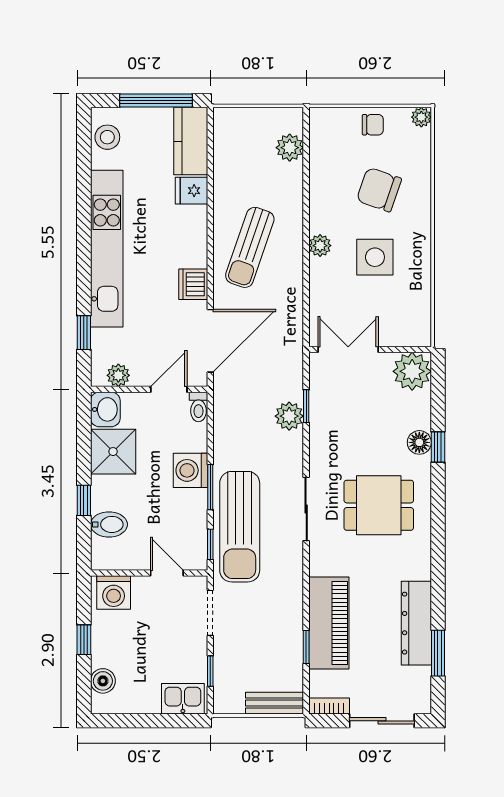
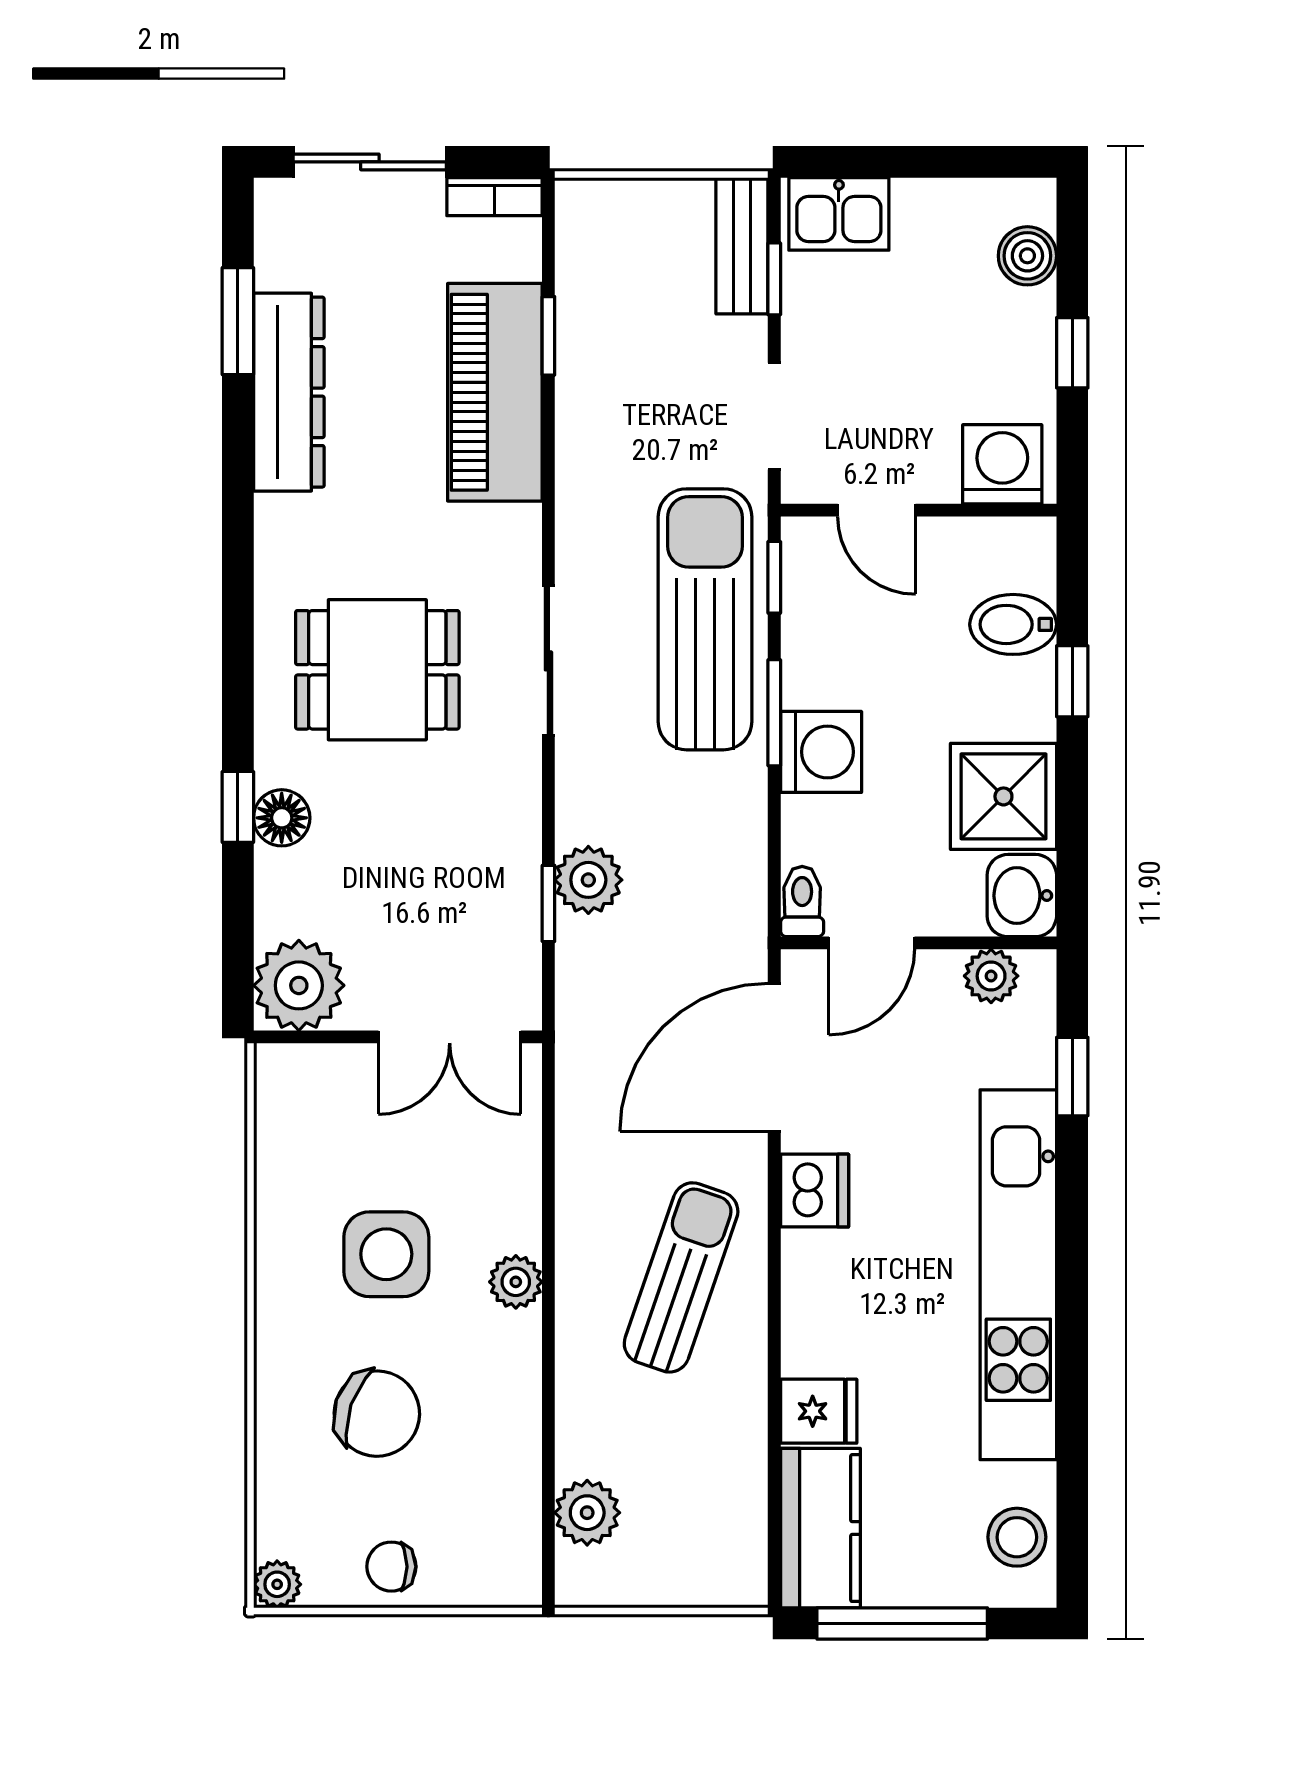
bench: (275, 703) -> (742, 246), moved, turned 90

